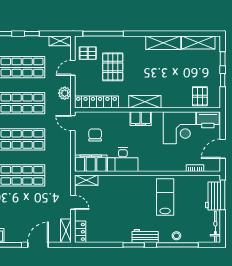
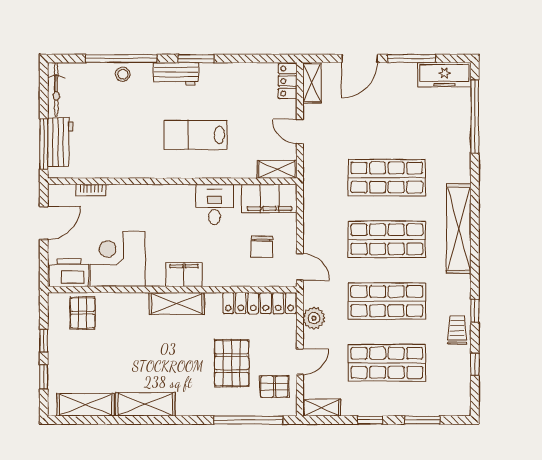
desk: (123, 160) -> (214, 204), width x0.73
lab bench: (165, 197) -> (196, 135), moved, turned 90

